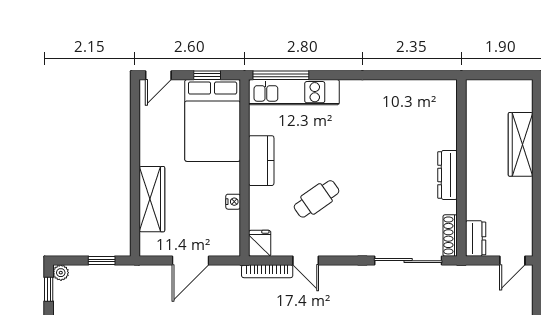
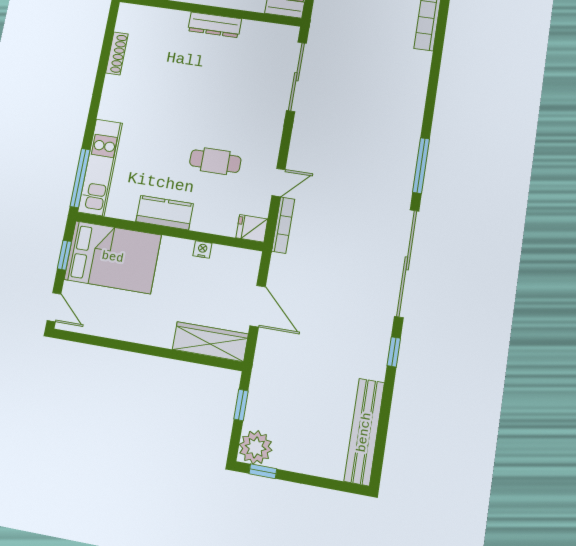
wardrobe: (152, 199) -> (210, 342), moved
cafe table: (317, 199) -> (215, 161), turned -55
shoe rack: (450, 235) -> (117, 54), moved, turned -90
plant: (61, 273) -> (256, 447), width x1.87, depth x1.87

